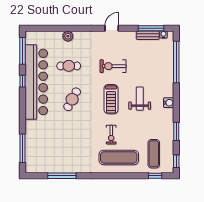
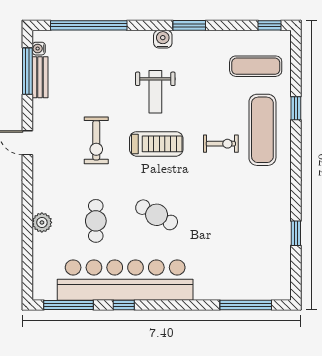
weight bench: (140, 99) -> (155, 92), turned -90
window: (176, 131) -> (189, 25), moved
window: (62, 176) -> (296, 233), width x0.46
window: (155, 176) -> (296, 108), moved

